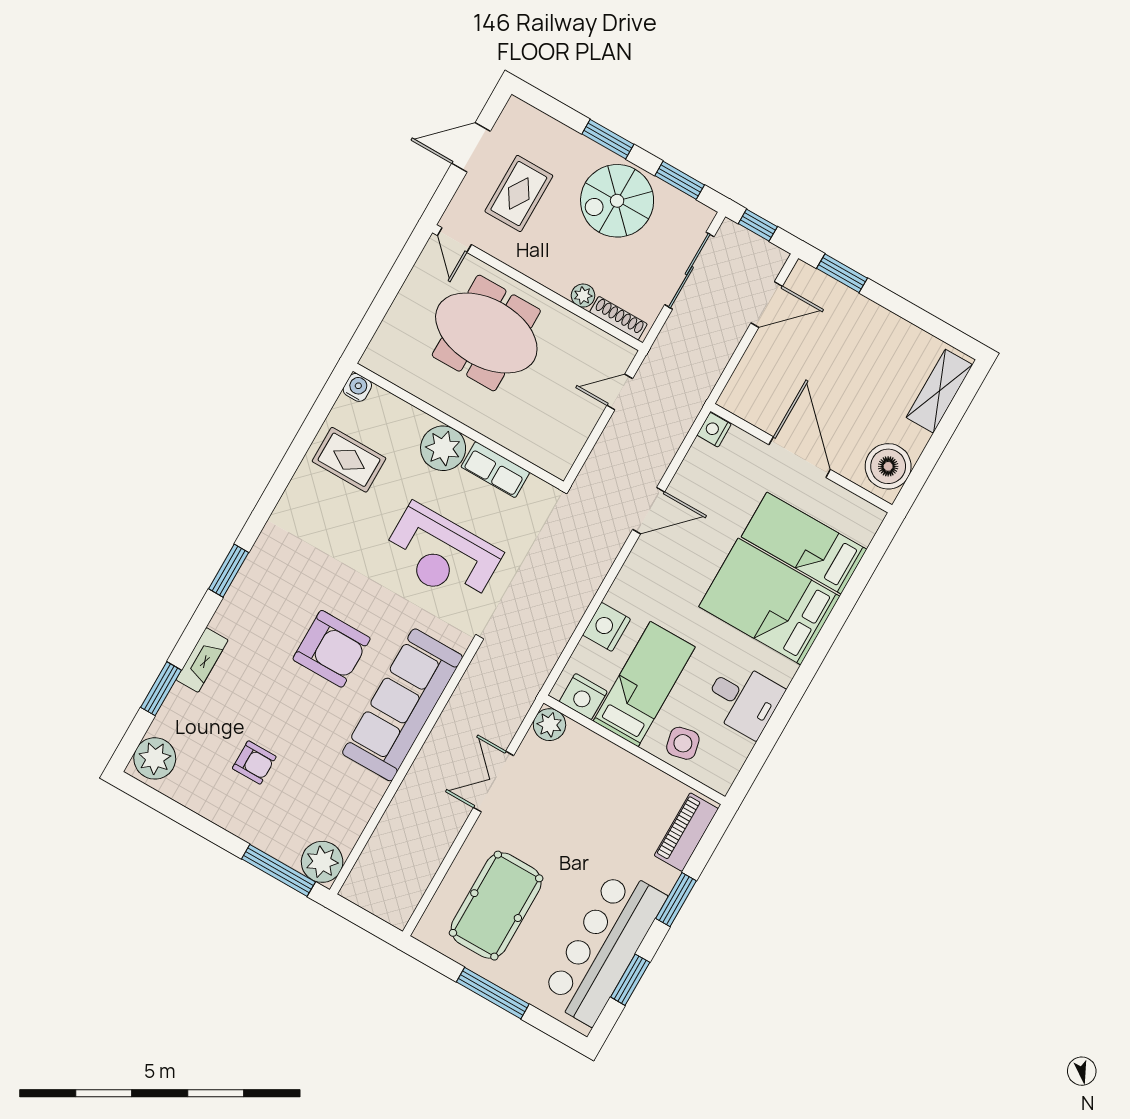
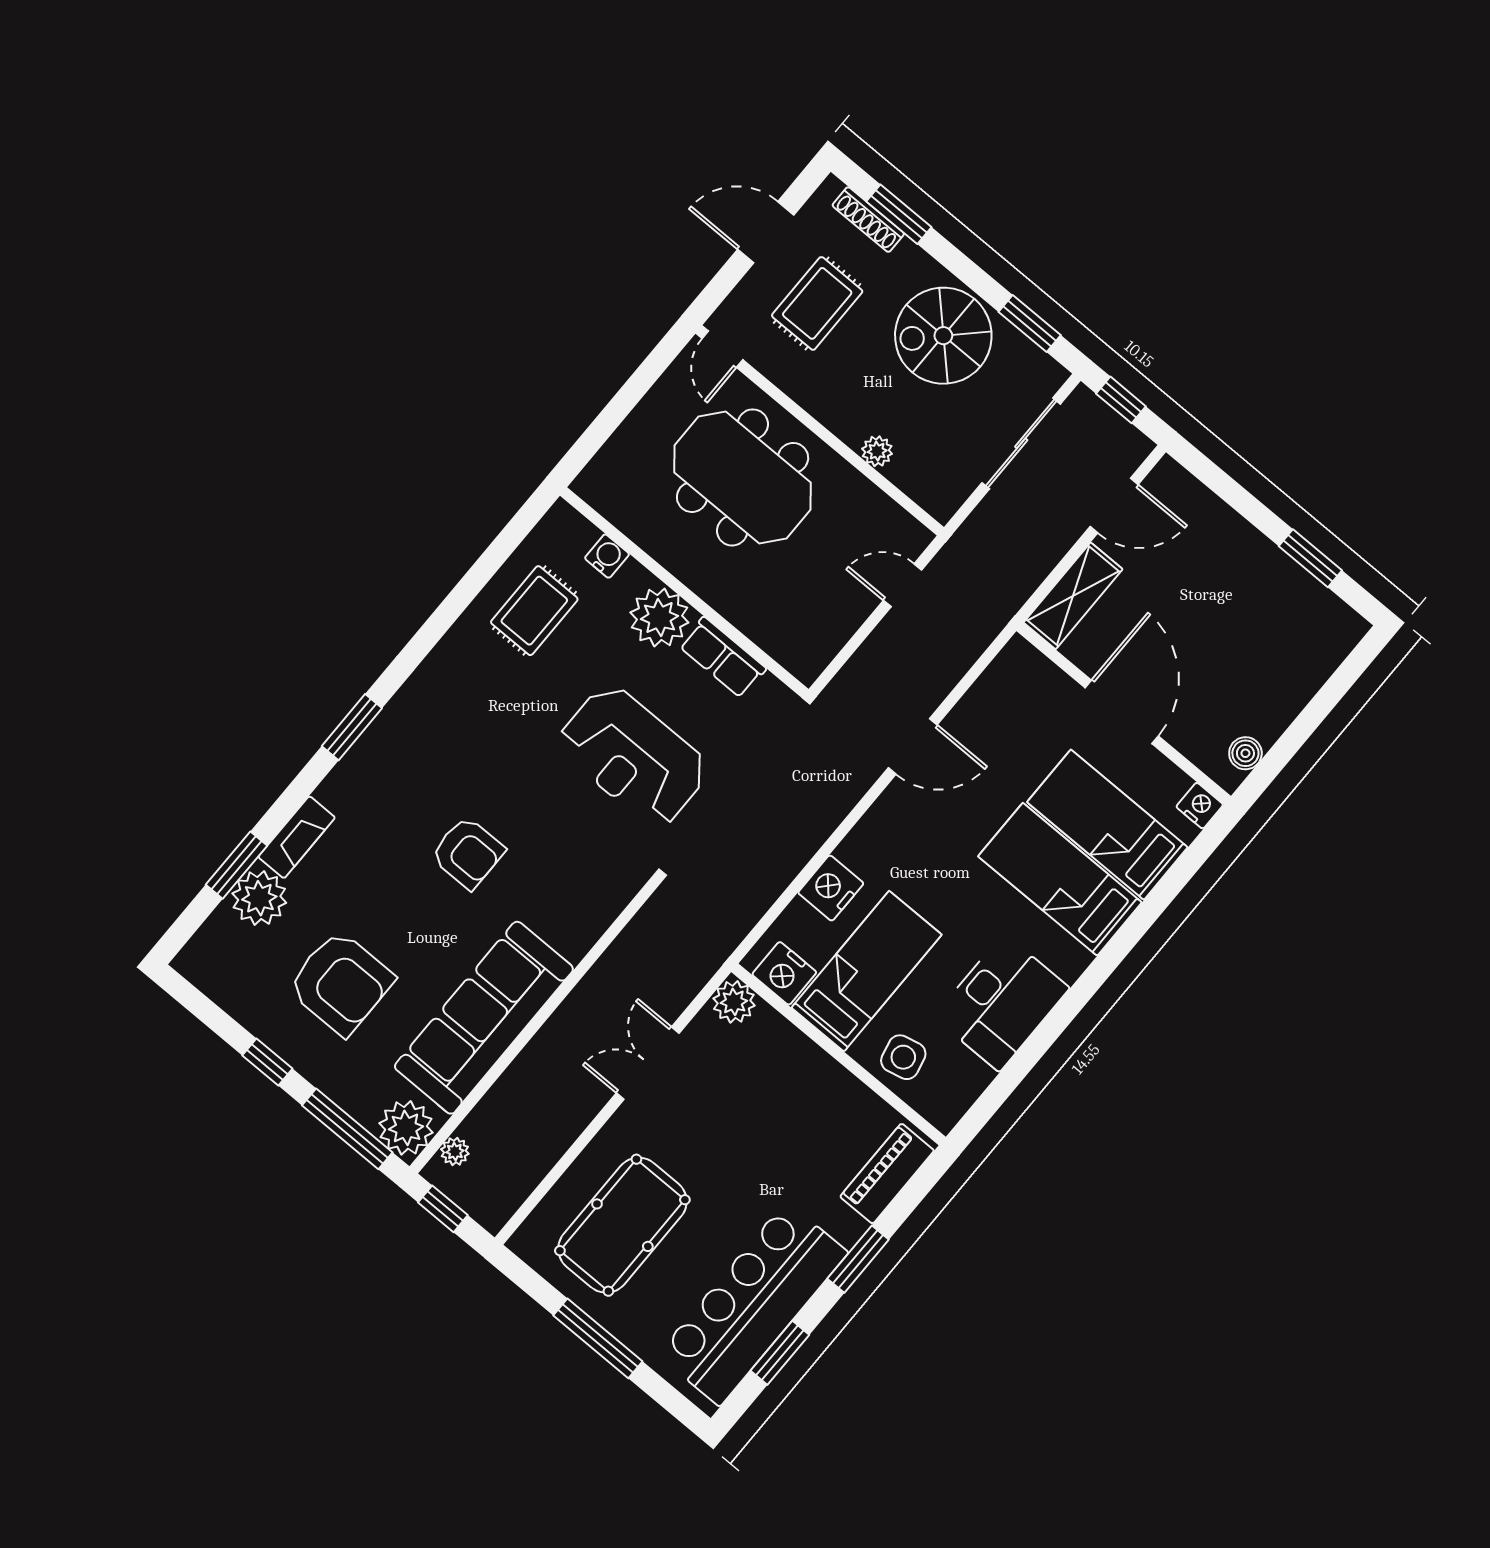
window: (608, 139) -> (899, 214), moved
window: (842, 273) -> (1310, 558), moved
shoe rack: (618, 318) -> (868, 220), moved, turned 180
water cooler: (357, 387) -> (607, 556), moved
shelving: (939, 391) -> (1073, 596), moved
nightstand: (714, 430) -> (1200, 806), moved, turned 90
rug: (349, 460) -> (534, 611), turned 90
boiler: (888, 466) -> (1245, 753), width x0.54, depth x0.54
bed: (769, 602) -> (1060, 879), width x0.67
armchair: (332, 649) -> (468, 853), width x0.73, depth x0.73
desk: (743, 699) -> (1002, 1002), width x1.37
sofa: (402, 705) -> (484, 1018), moved
plant: (155, 758) -> (259, 898), moved
armchair: (254, 762) -> (341, 983), width x1.88, depth x1.88
window: (210, 831) -> (267, 1062), added
plant: (362, 873) -> (455, 1151), added
window: (360, 917) -> (443, 1209), added

